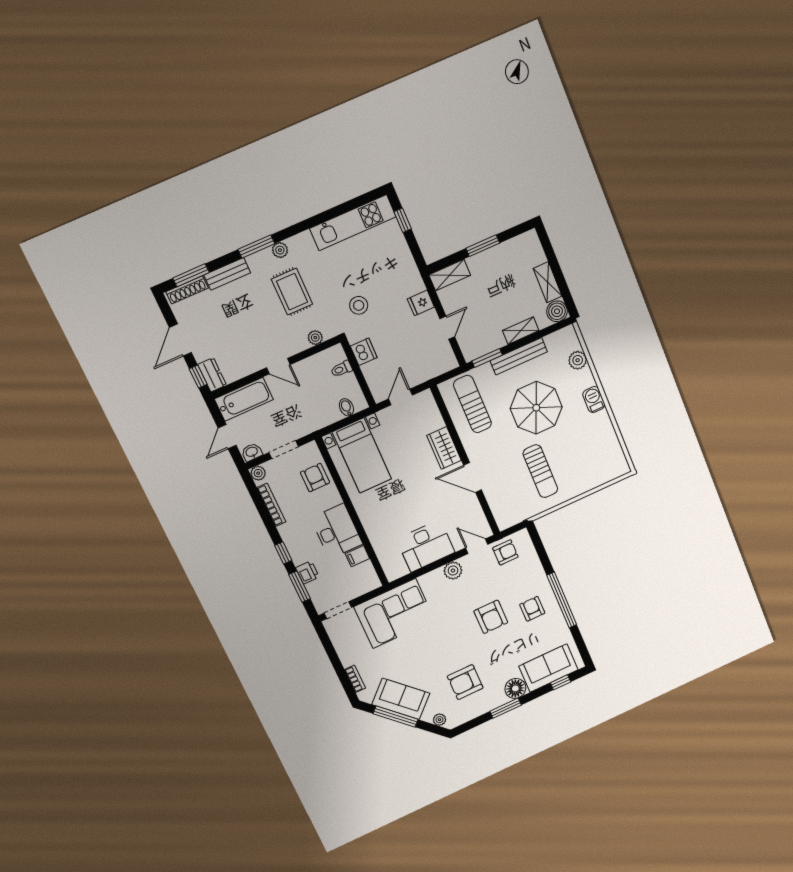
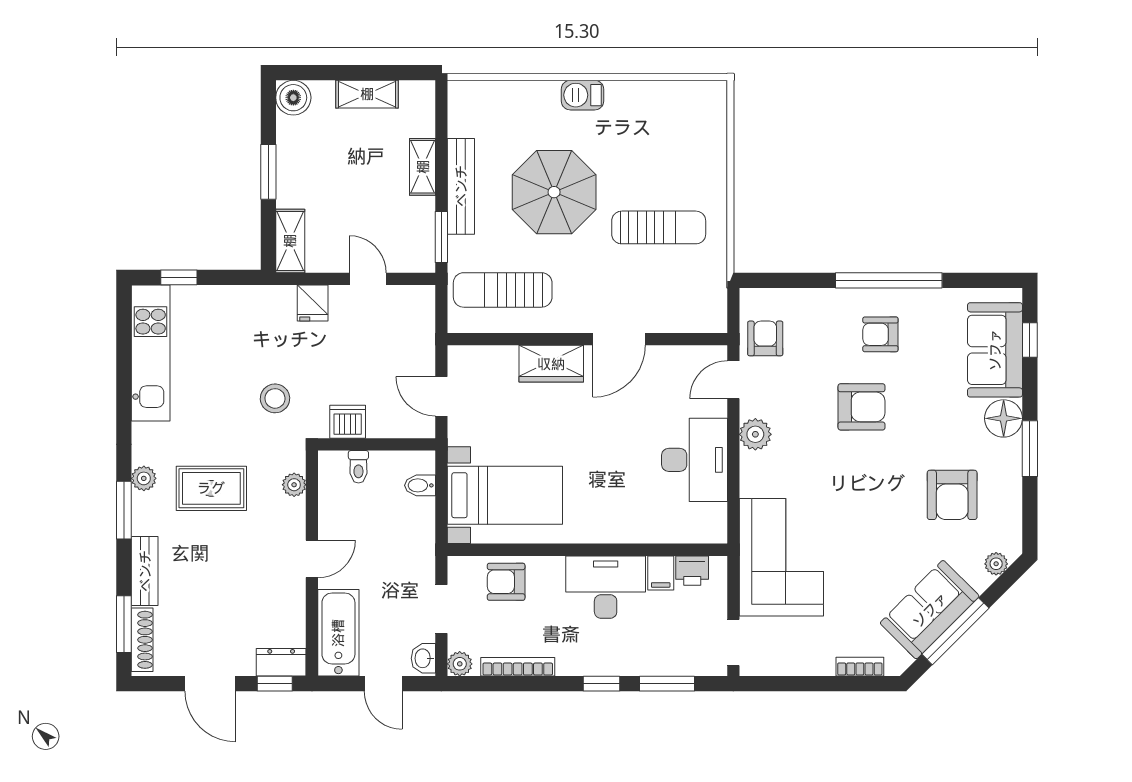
boiler: (557, 311) -> (293, 98), moved
plant: (578, 360) -> (509, 96), removed
printer: (307, 572) -> (692, 571), moved, turned 180

